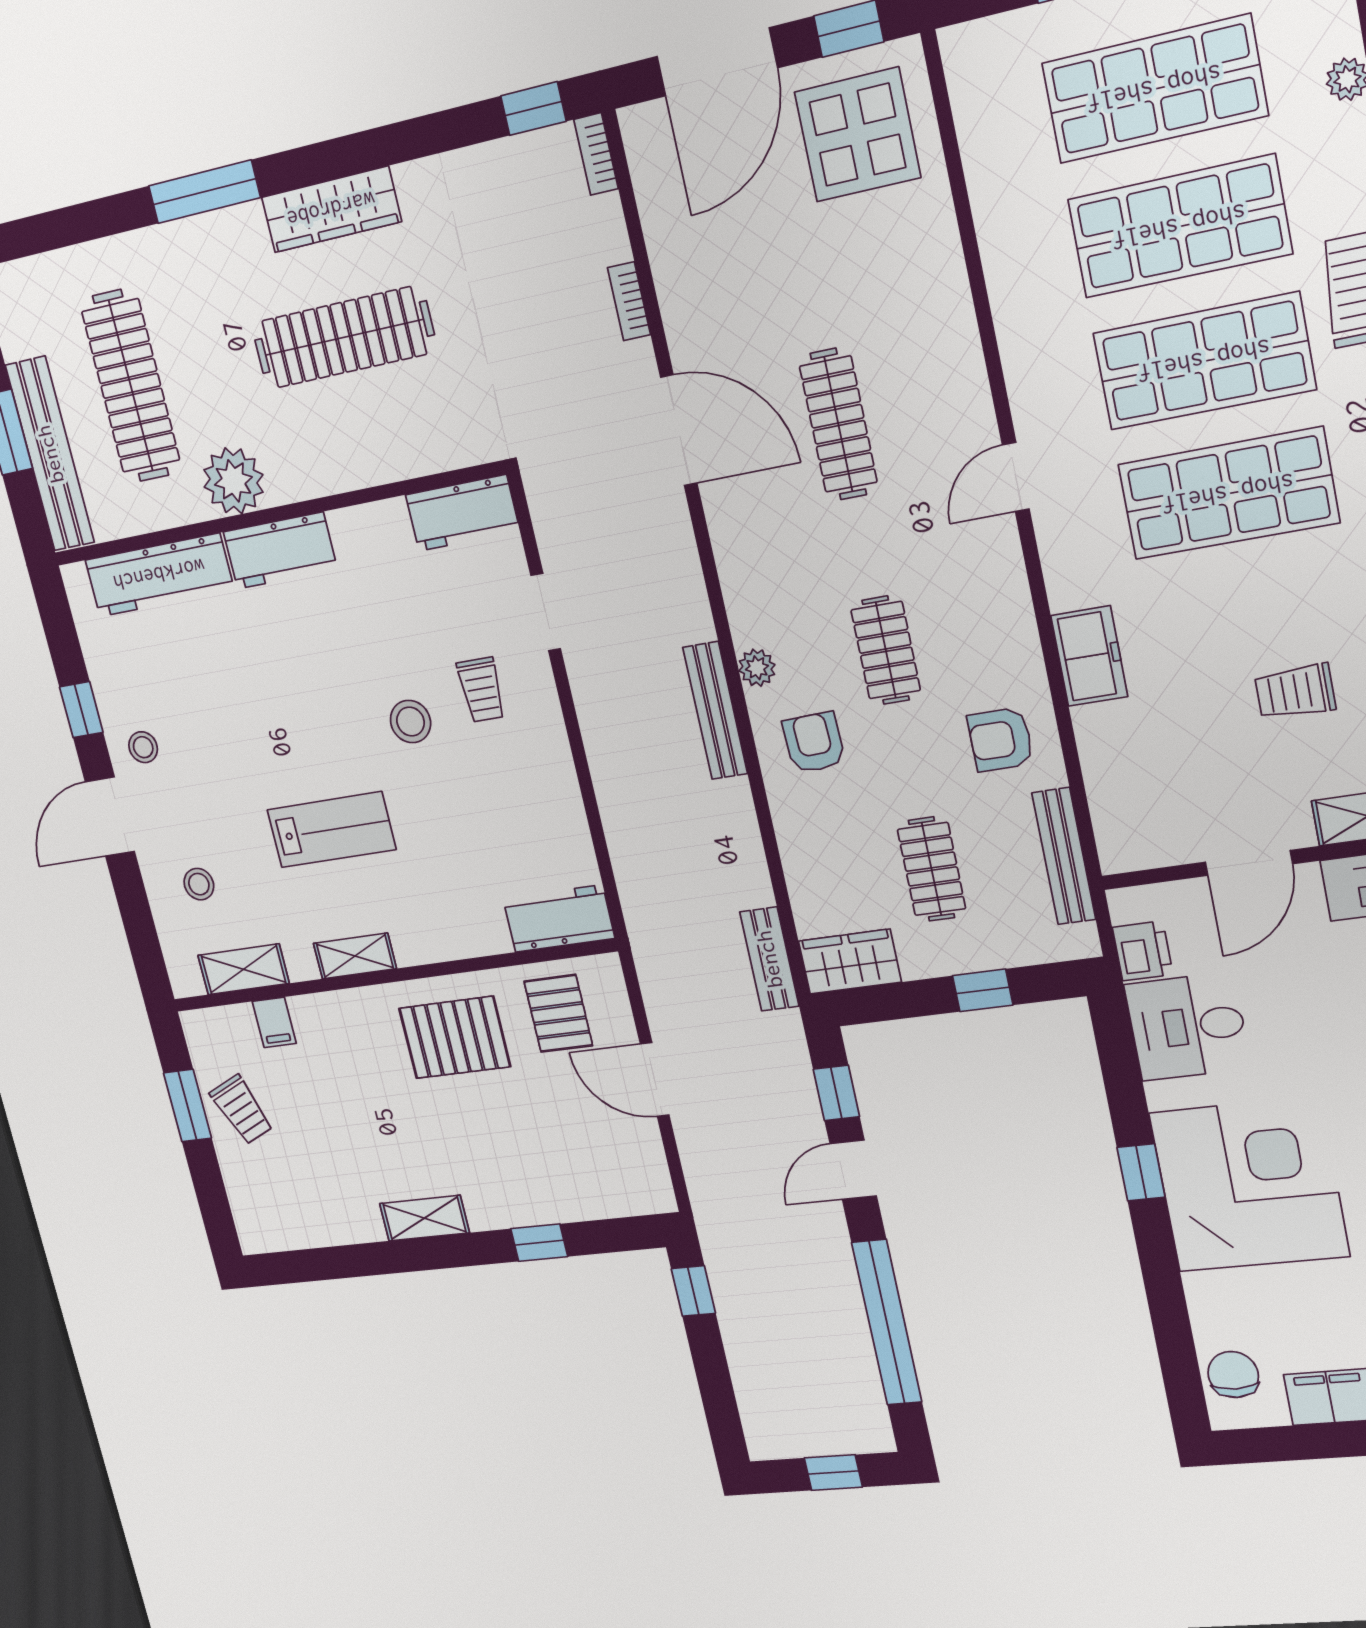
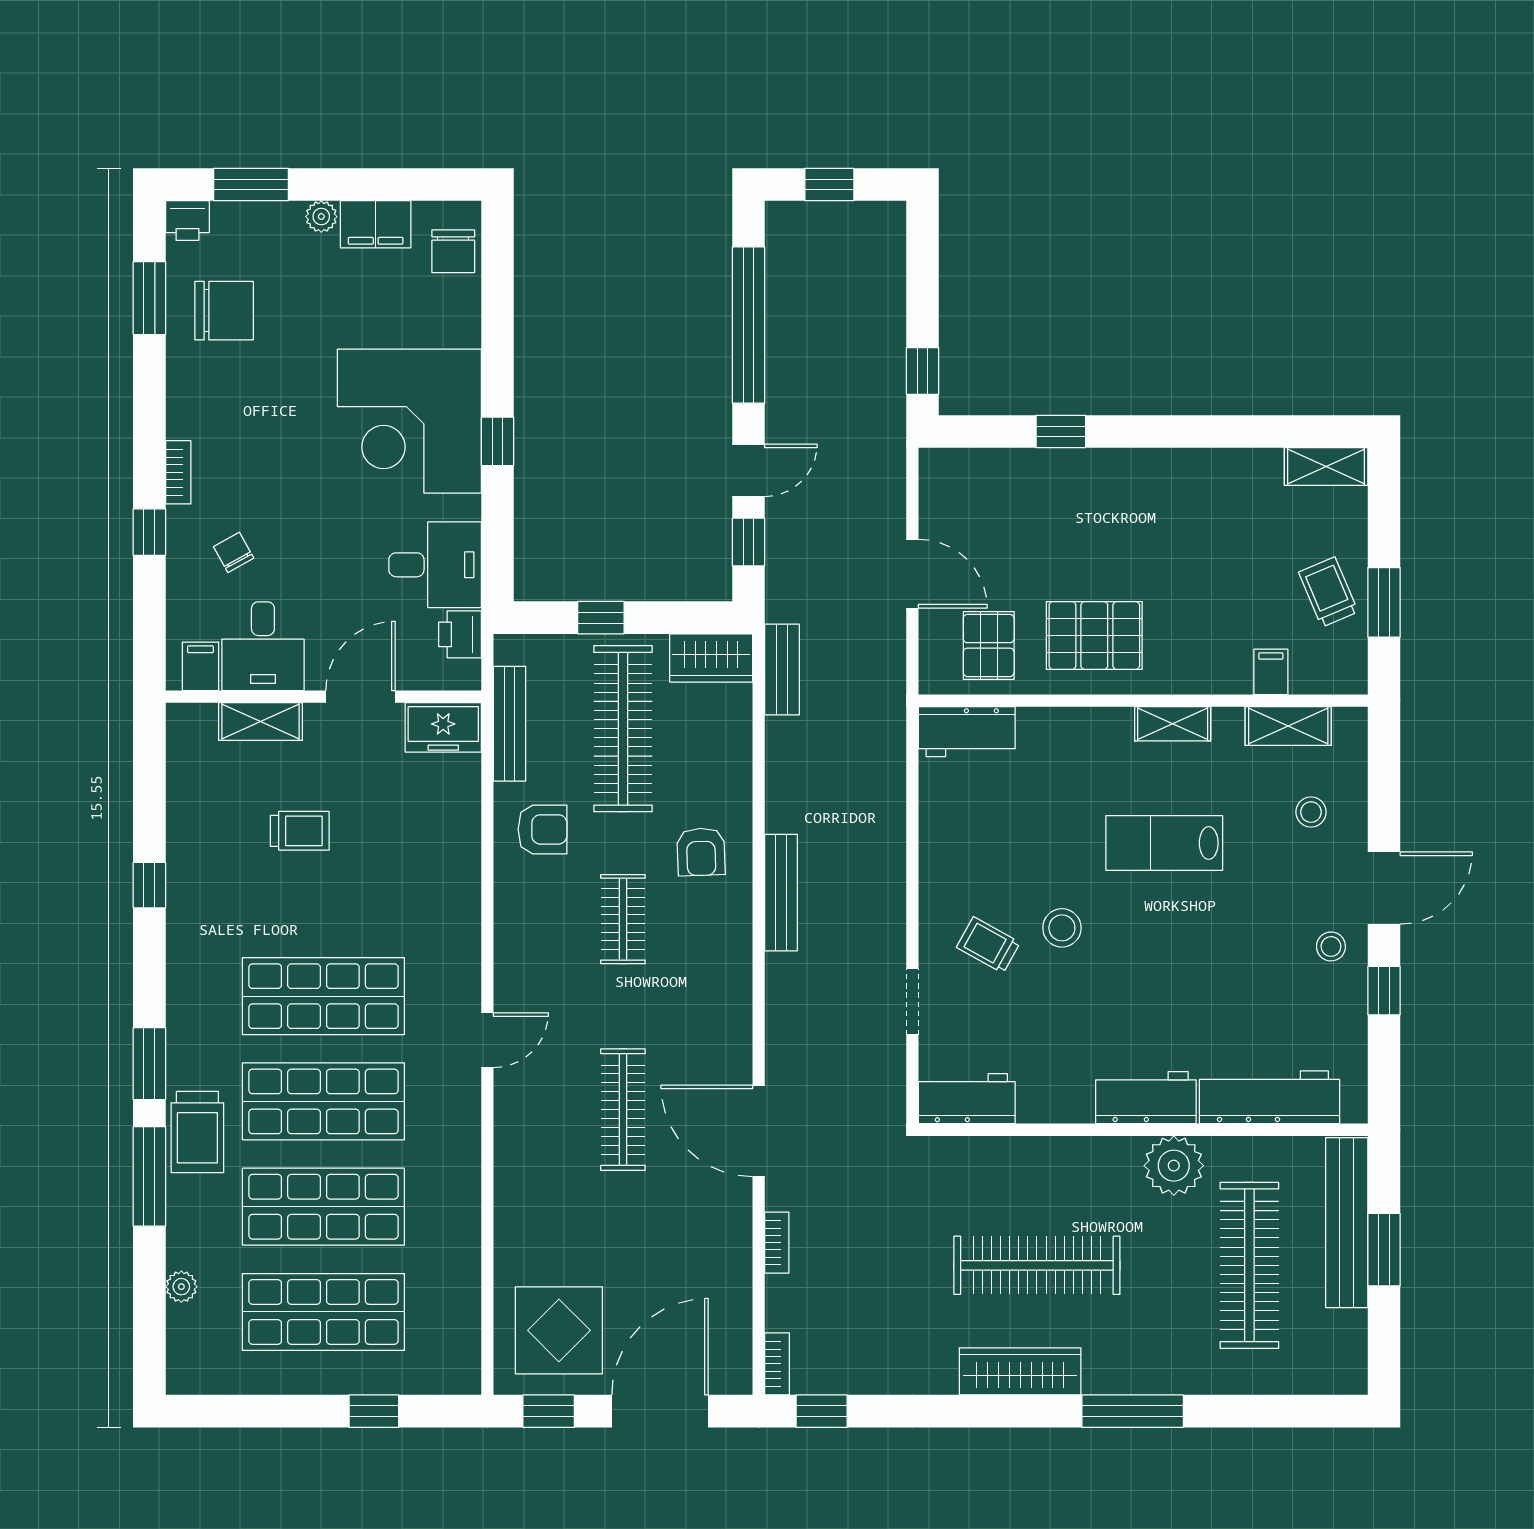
freezer: (1089, 656) -> (443, 727), moved, turned -90
plant: (757, 668) -> (736, 923), removed
trolley: (481, 690) -> (988, 945), turned -61
clothes rail: (932, 869) -> (623, 729), width x1.86, depth x1.31
shelving: (424, 1218) -> (1326, 466), moved

